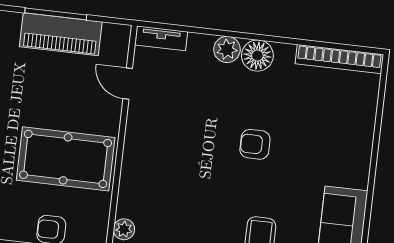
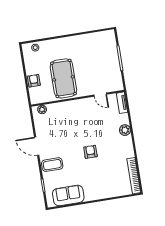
piano: (61, 34) -> (112, 63), removed
floor lamp: (257, 56) -> (126, 143), removed
door: (128, 84) -> (100, 95), swing flipped

